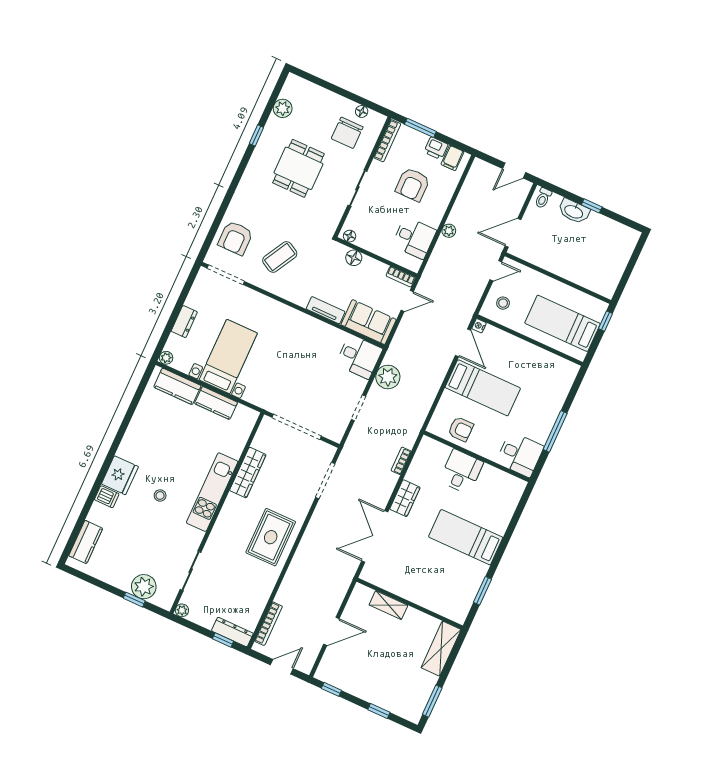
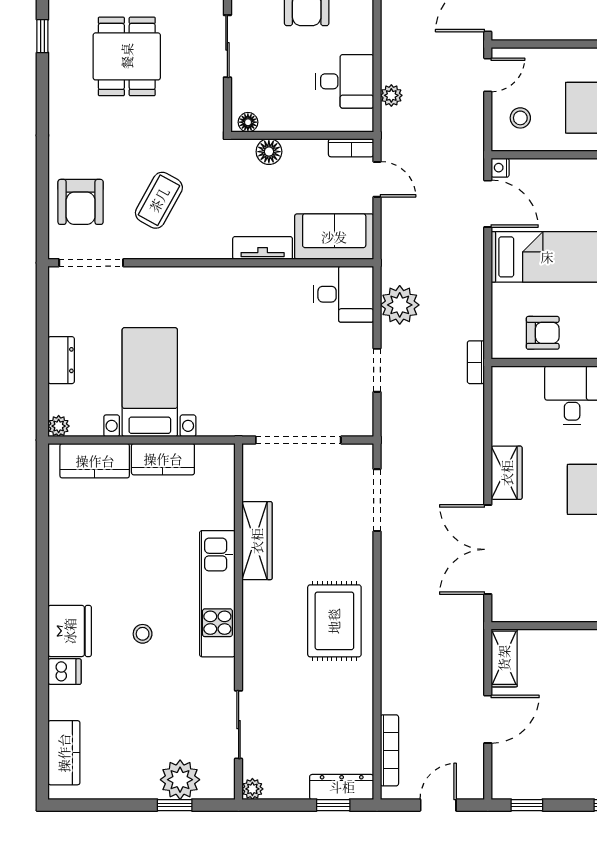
plant: (449, 231) -> (391, 95), moved
door: (407, 301) -> (377, 179), hinge flipped
bookcase: (401, 461) -> (476, 362), moved
shelving: (388, 605) -> (504, 658), moved, turned 90

